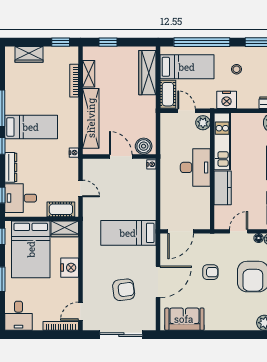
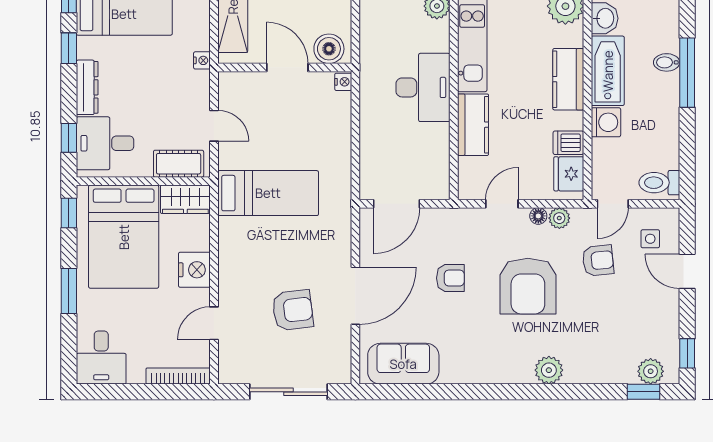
bed: (128, 233) -> (268, 193), moved, turned 180
door: (80, 311) -> (214, 323), moved

